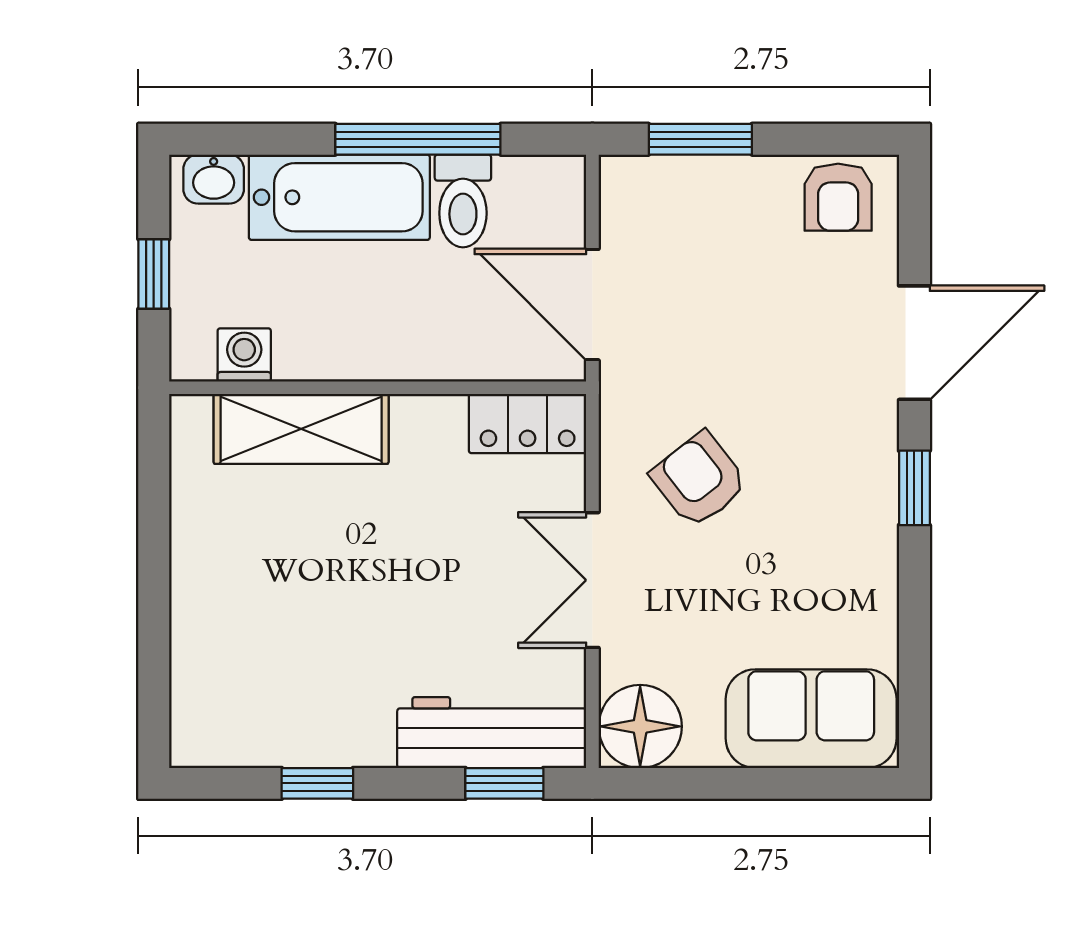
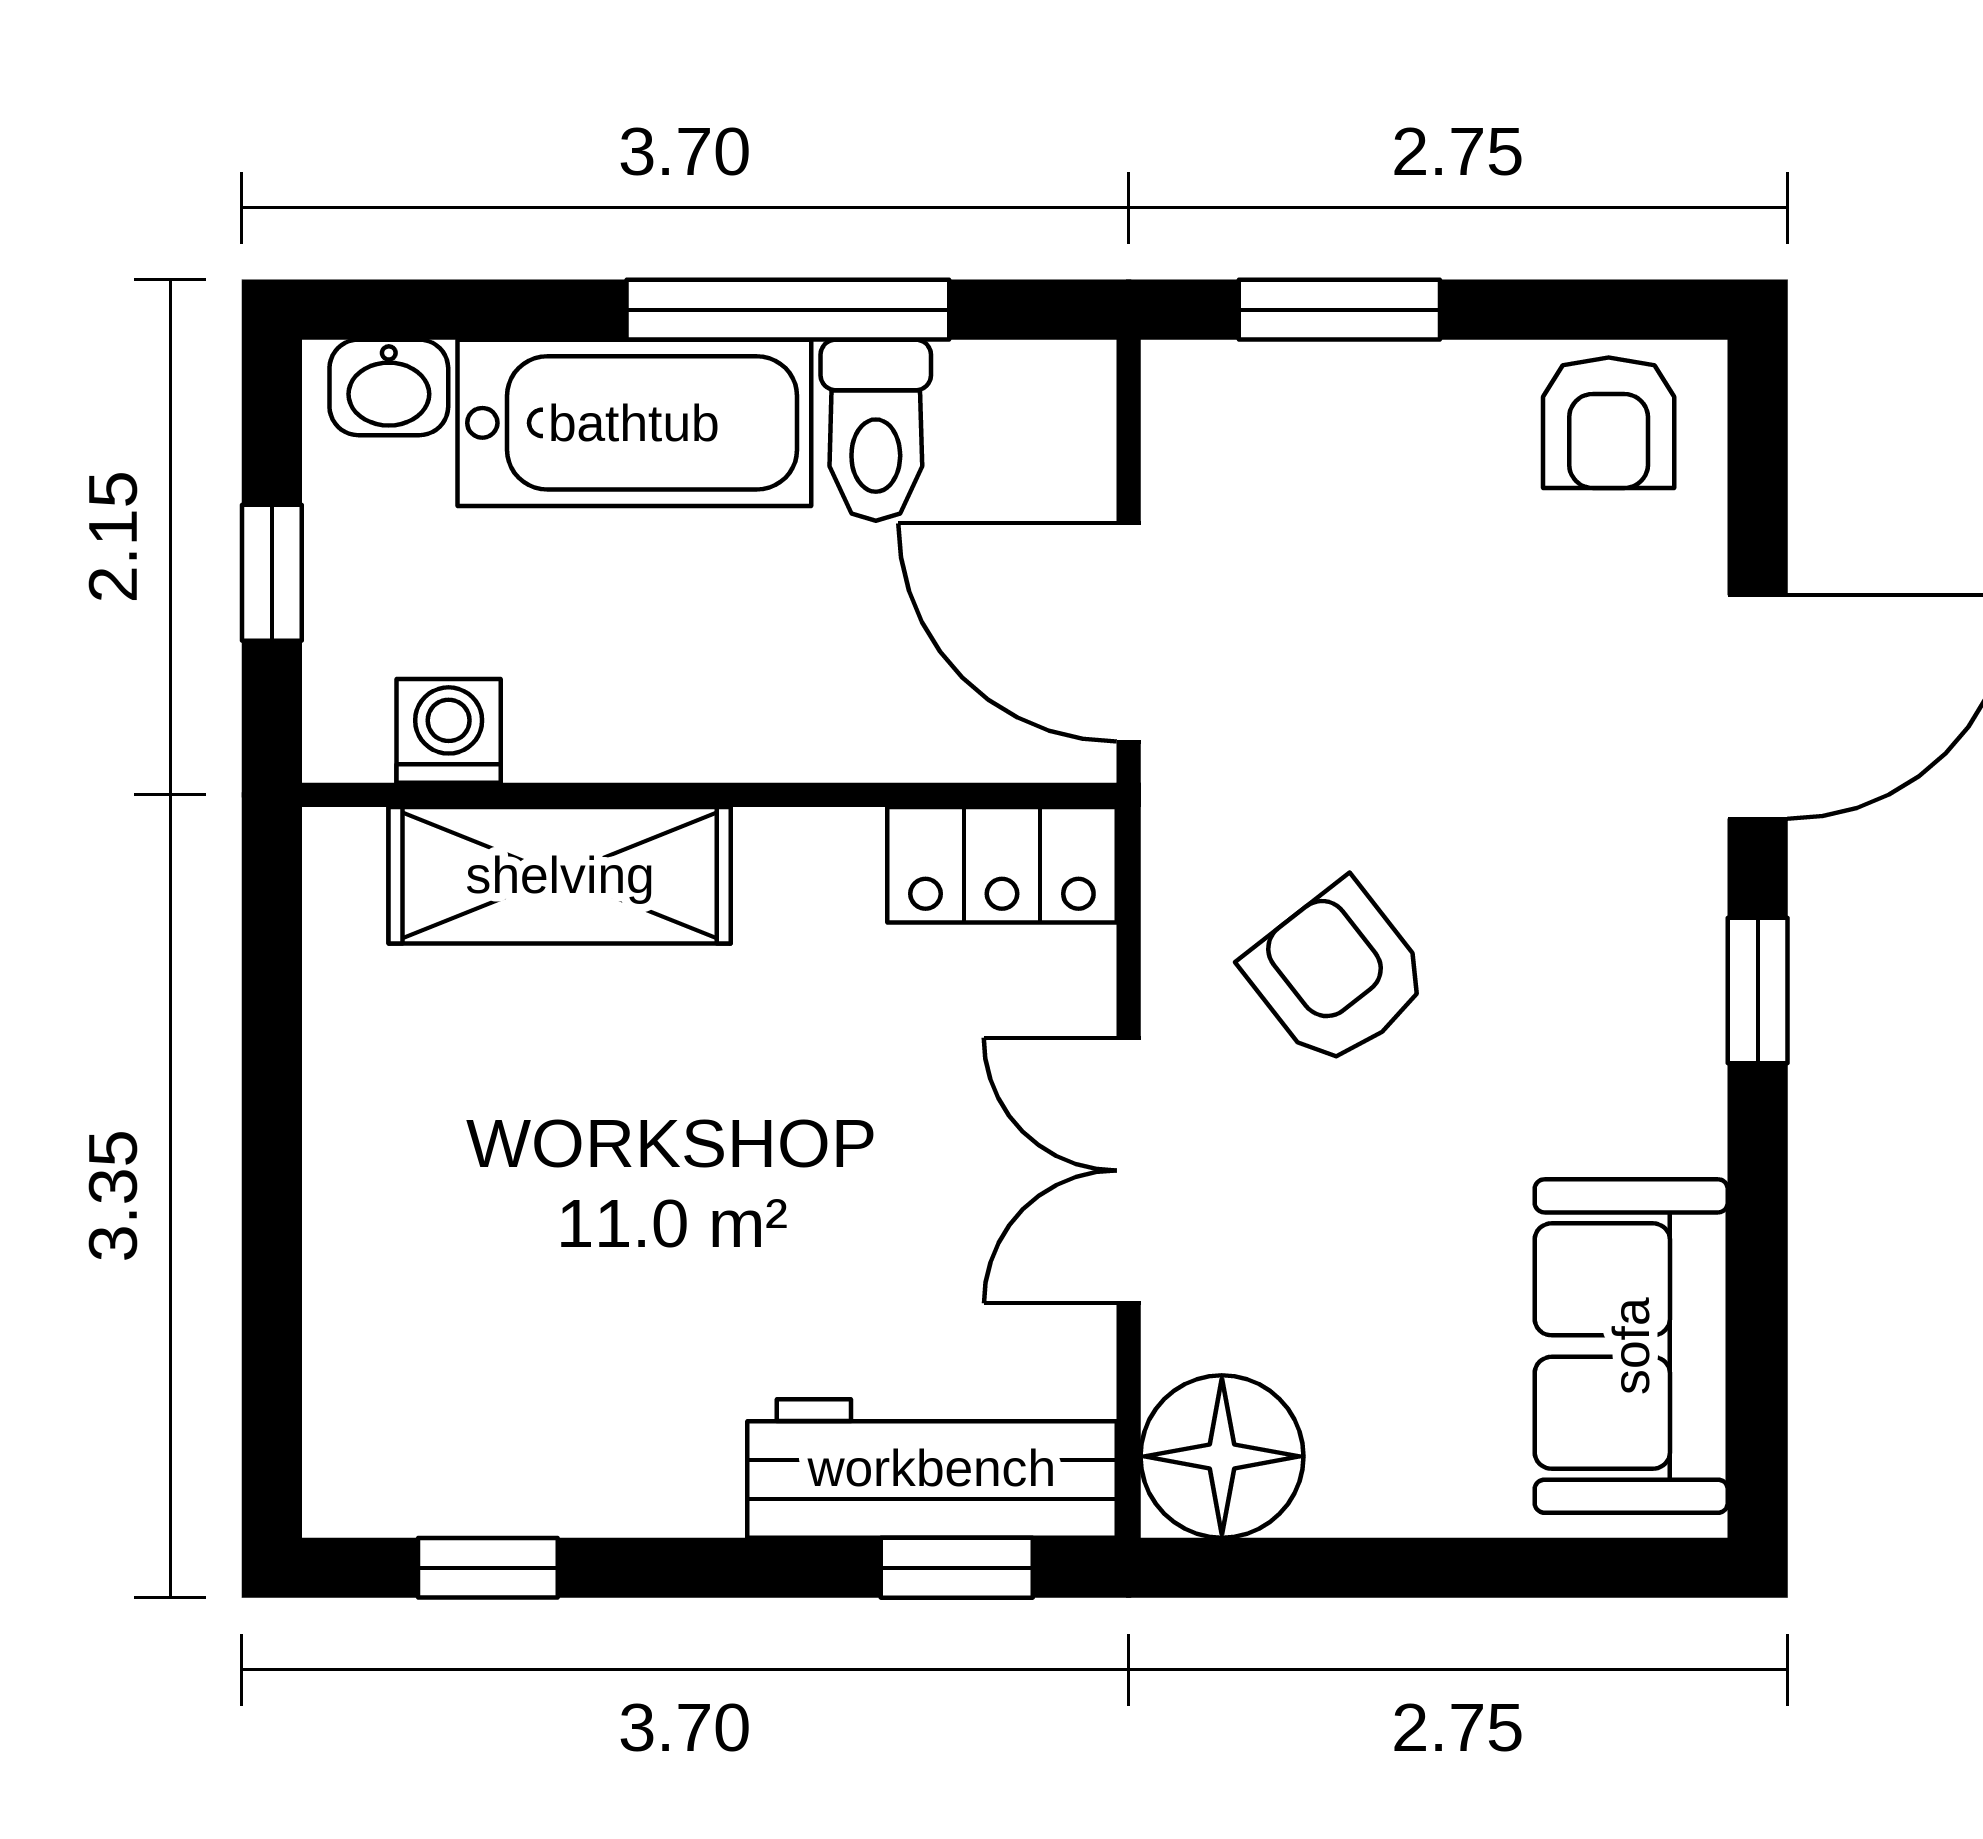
sofa: (811, 719) -> (1631, 1346), moved, turned -90
window: (317, 783) -> (488, 1568), moved

